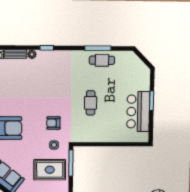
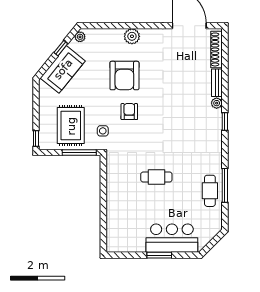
bar counter: (138, 112) -> (172, 238), moved
armchair: (53, 123) -> (129, 112), moved

